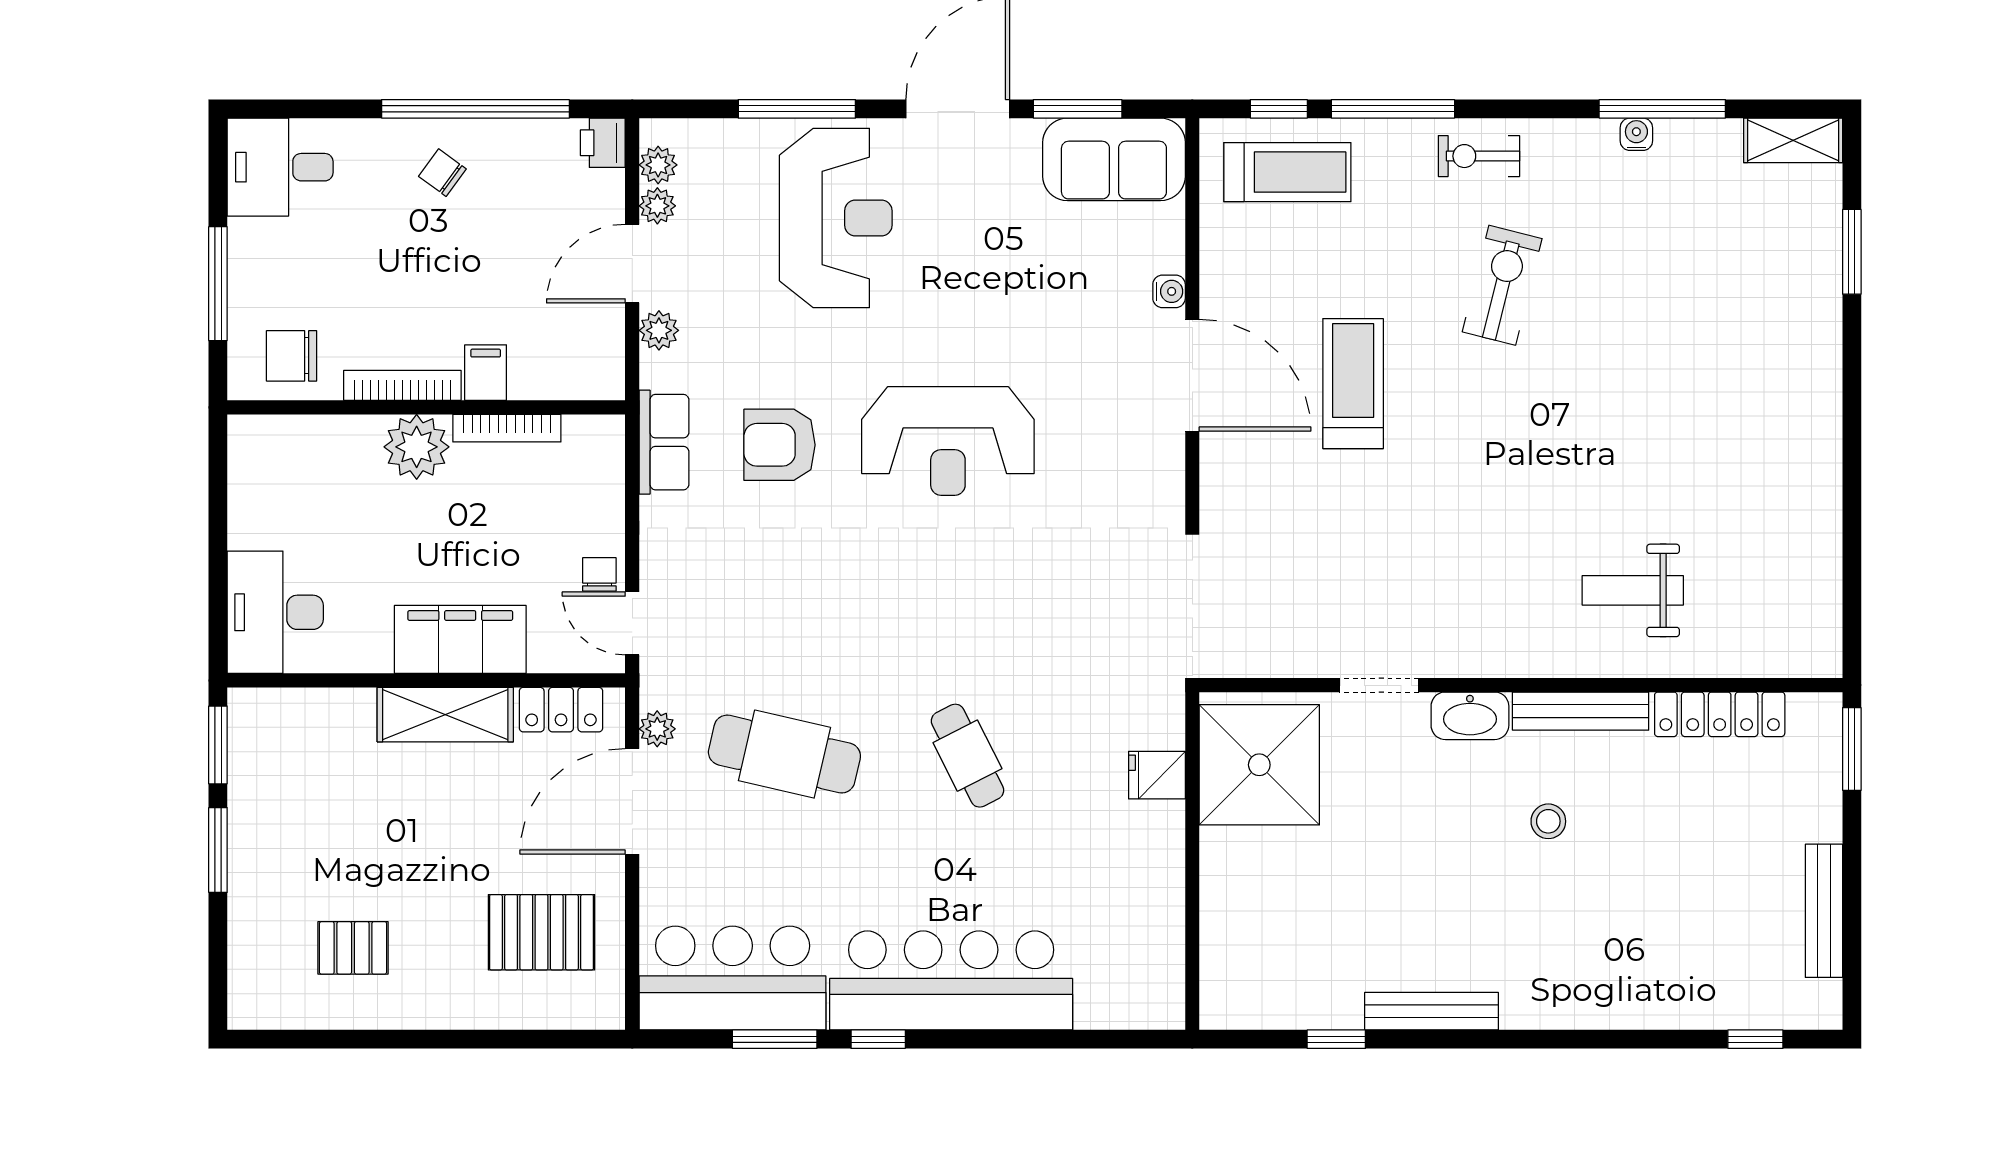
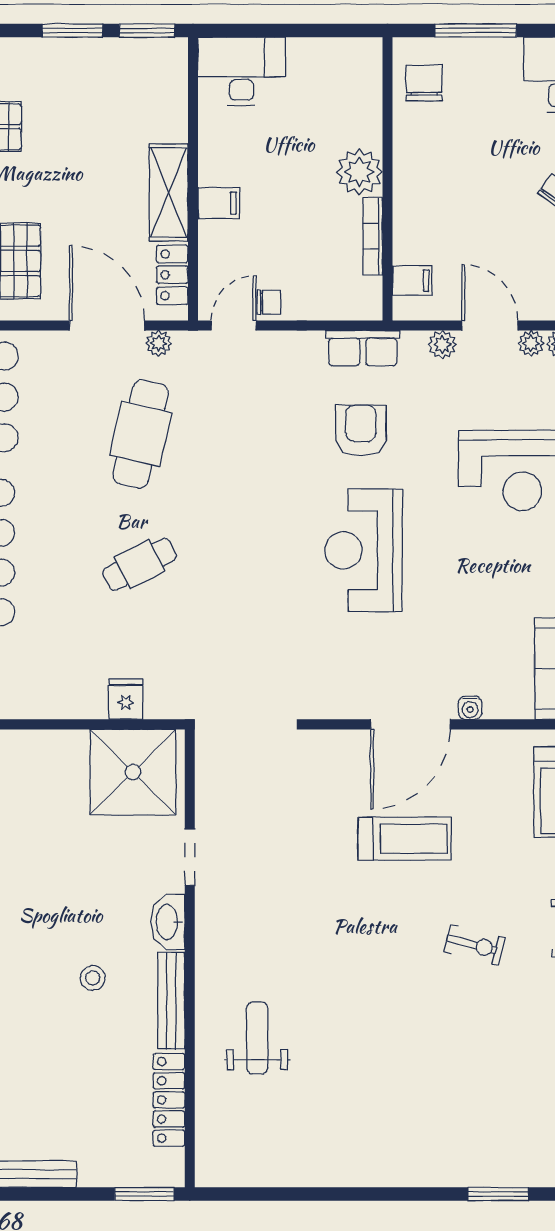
exercise bike: (1502, 285) -> (474, 945), width x0.73, depth x0.72
filing cabinet: (486, 373) -> (412, 281), moved
bookcase: (402, 385) -> (403, 162), removed
filing cabinet: (460, 639) -> (219, 203), width x0.33, depth x0.86

